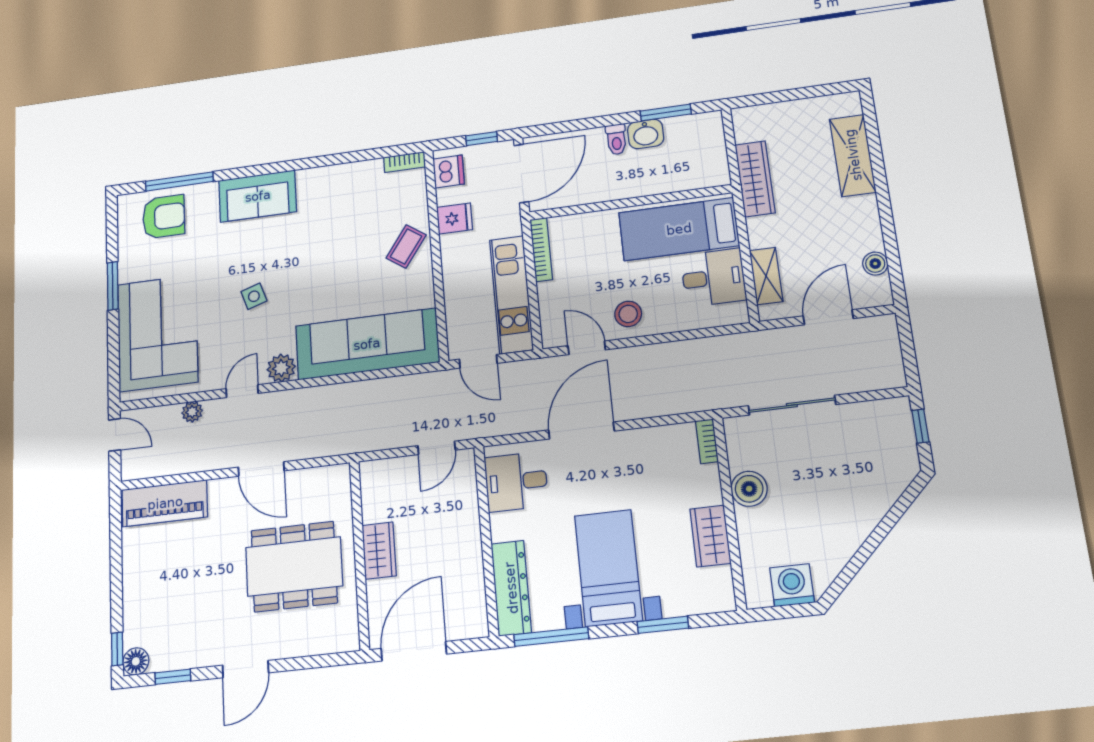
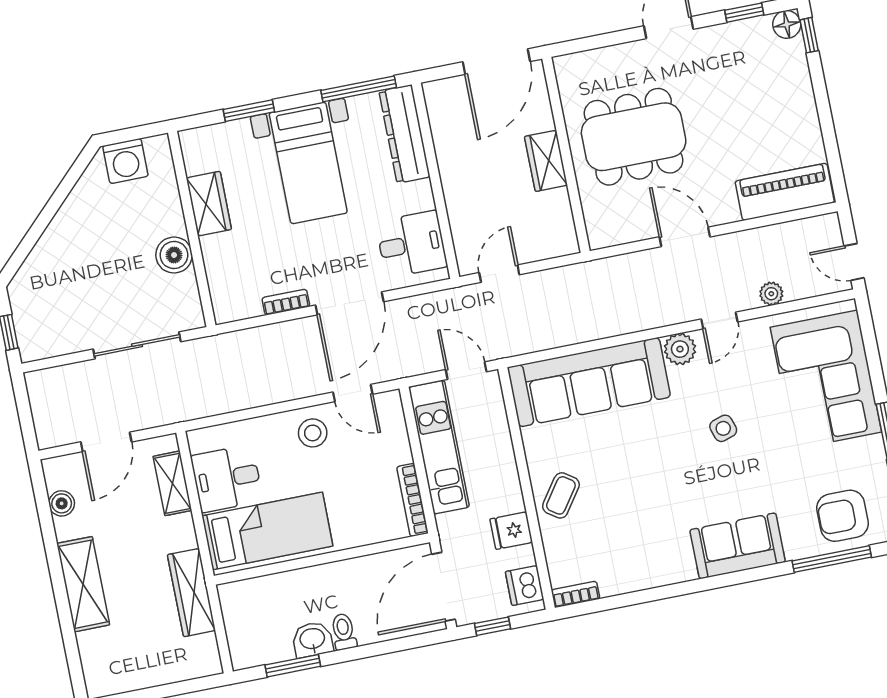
shelving: (853, 155) -> (83, 584), moved
bookcase: (707, 441) -> (286, 302), moved, turned -90

